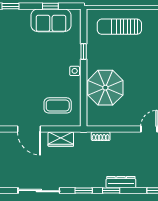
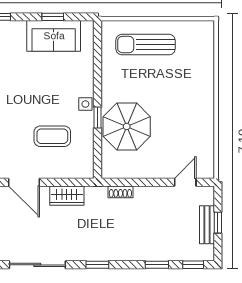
window: (84, 51) -> (98, 117), moved
coffee table: (58, 105) -> (52, 136), moved
dresser: (121, 182) -> (148, 253), removed
window: (111, 191) -> (157, 265), moved

